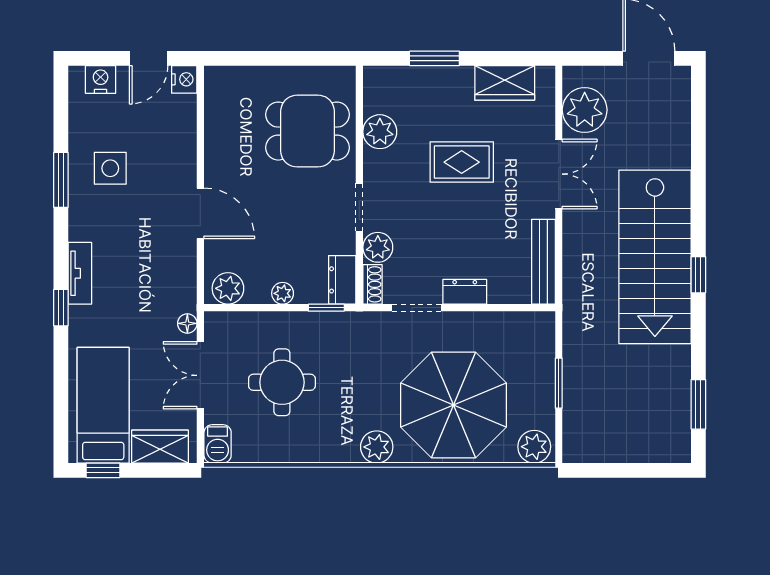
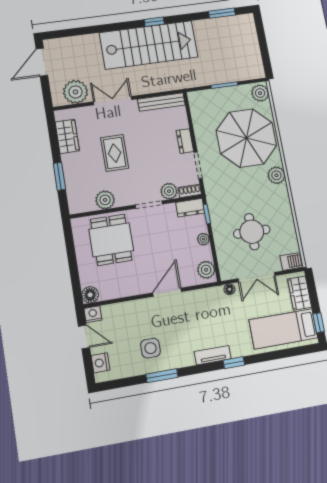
floor lamp: (218, 80) -> (90, 295), added

